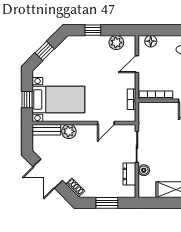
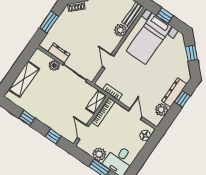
dresser: (92, 42) -> (174, 92), added
shelving: (151, 108) -> (96, 102), added

